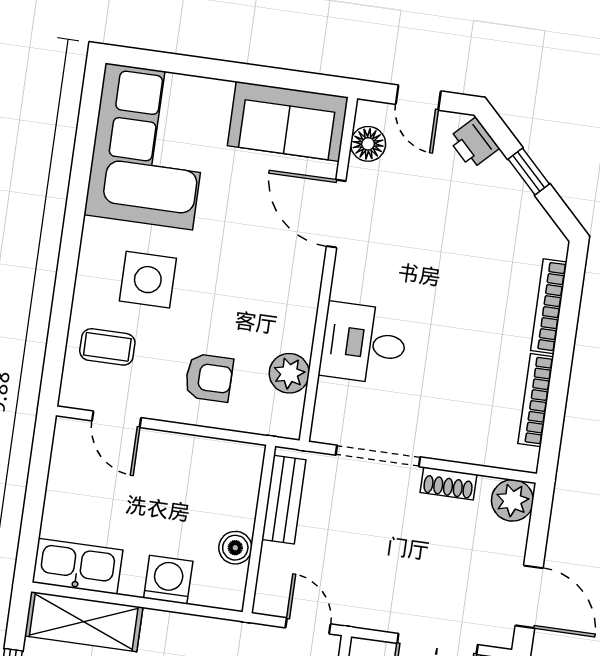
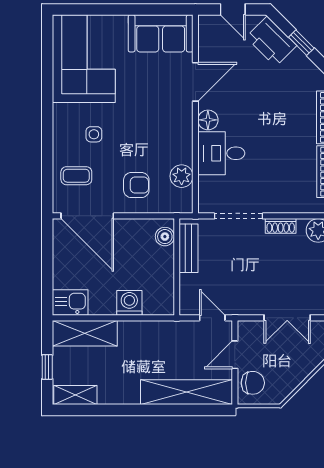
printer: (474, 143) -> (271, 41), width x1.87, depth x1.48
floor lamp: (368, 144) -> (208, 120), moved
door: (336, 214) -> (195, 82), swing flipped
side table: (148, 280) -> (94, 134), width x0.54, depth x0.54
door: (117, 419) -> (87, 216), width x1.88
boiler: (235, 548) -> (165, 237), moved
kitchen sink: (77, 566) -> (70, 302), width x0.73

